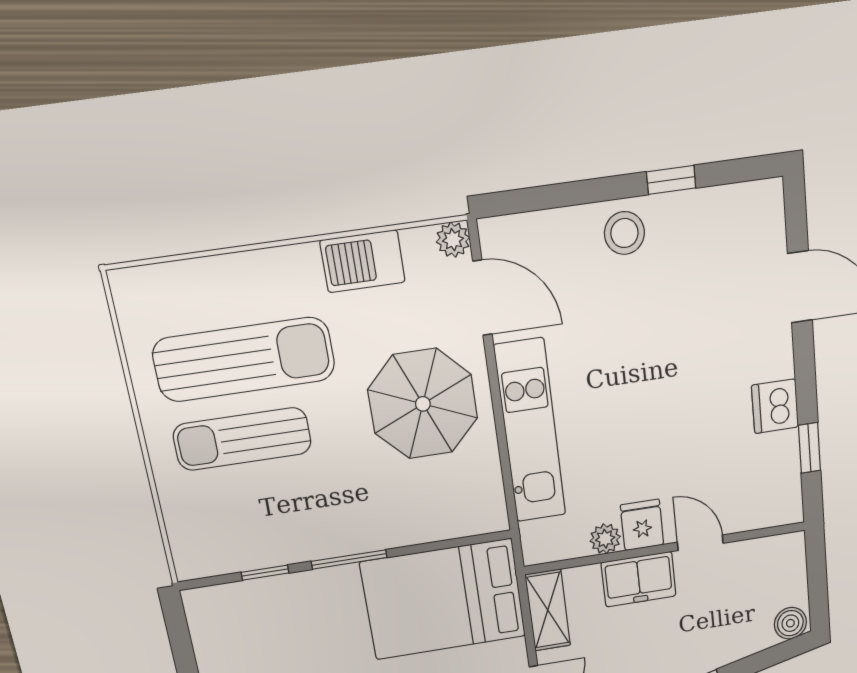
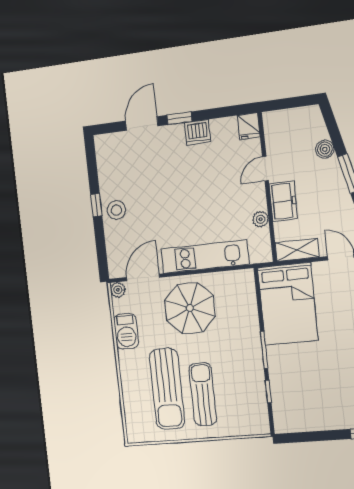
window: (671, 180) -> (96, 205), moved
sun lounger: (244, 359) -> (167, 389), turned 180
sun lounger: (242, 439) -> (203, 394), turned 180
window: (809, 448) -> (179, 118), moved
fridge: (642, 525) -> (249, 126), moved, turned -90
boiler: (790, 623) -> (325, 149), moved

